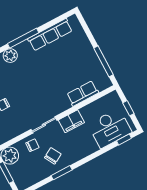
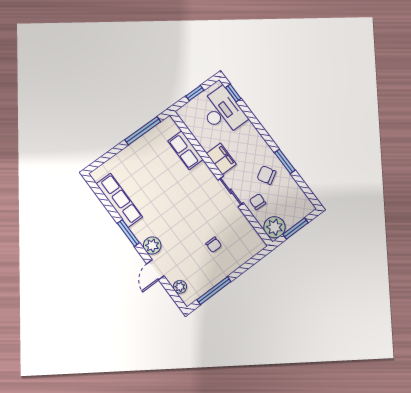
window: (23, 38) -> (128, 233), width x0.69

